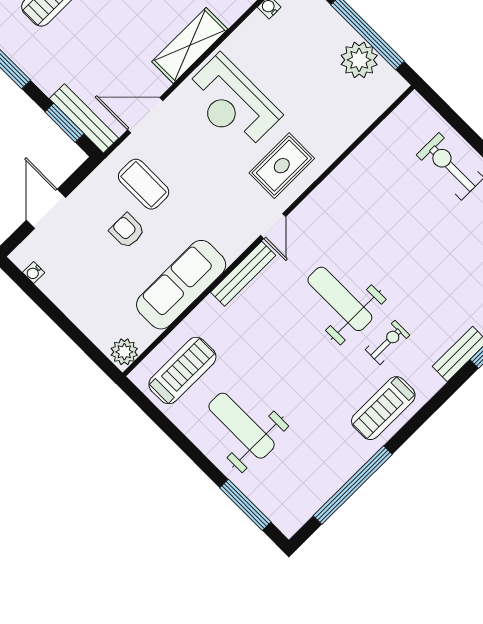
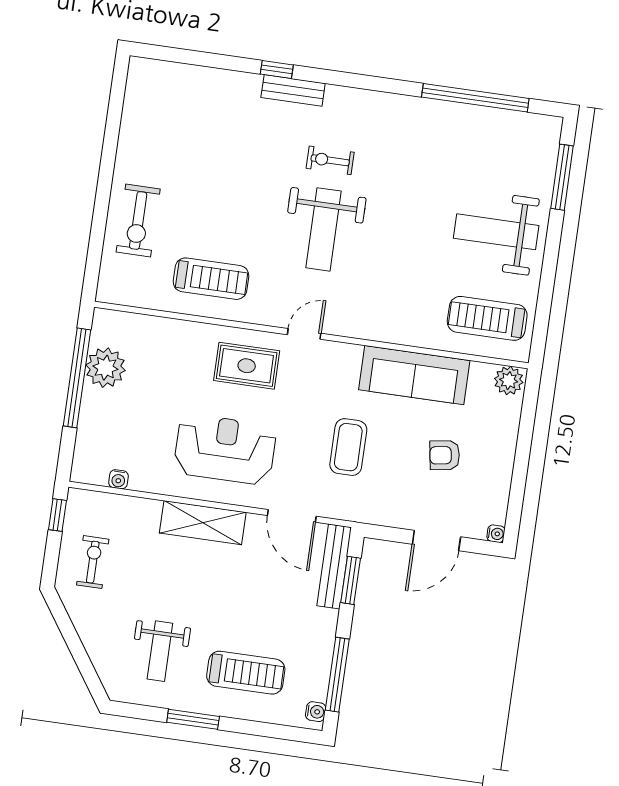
reception desk: (232, 103) -> (225, 449), turned -90
coffee table: (144, 184) -> (348, 447), moved
armchair: (127, 231) -> (445, 455), moved, turned 81
water cooler: (34, 273) -> (496, 534), moved
bench: (243, 274) -> (365, 329), removed
treadmill: (383, 408) -> (211, 279), moved
weight bench: (242, 426) -> (496, 232), turned 90

